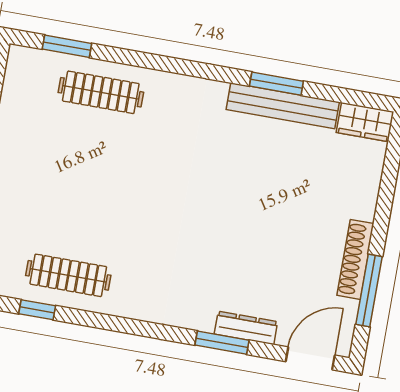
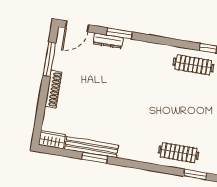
shoe rack: (355, 259) -> (53, 89), moved

